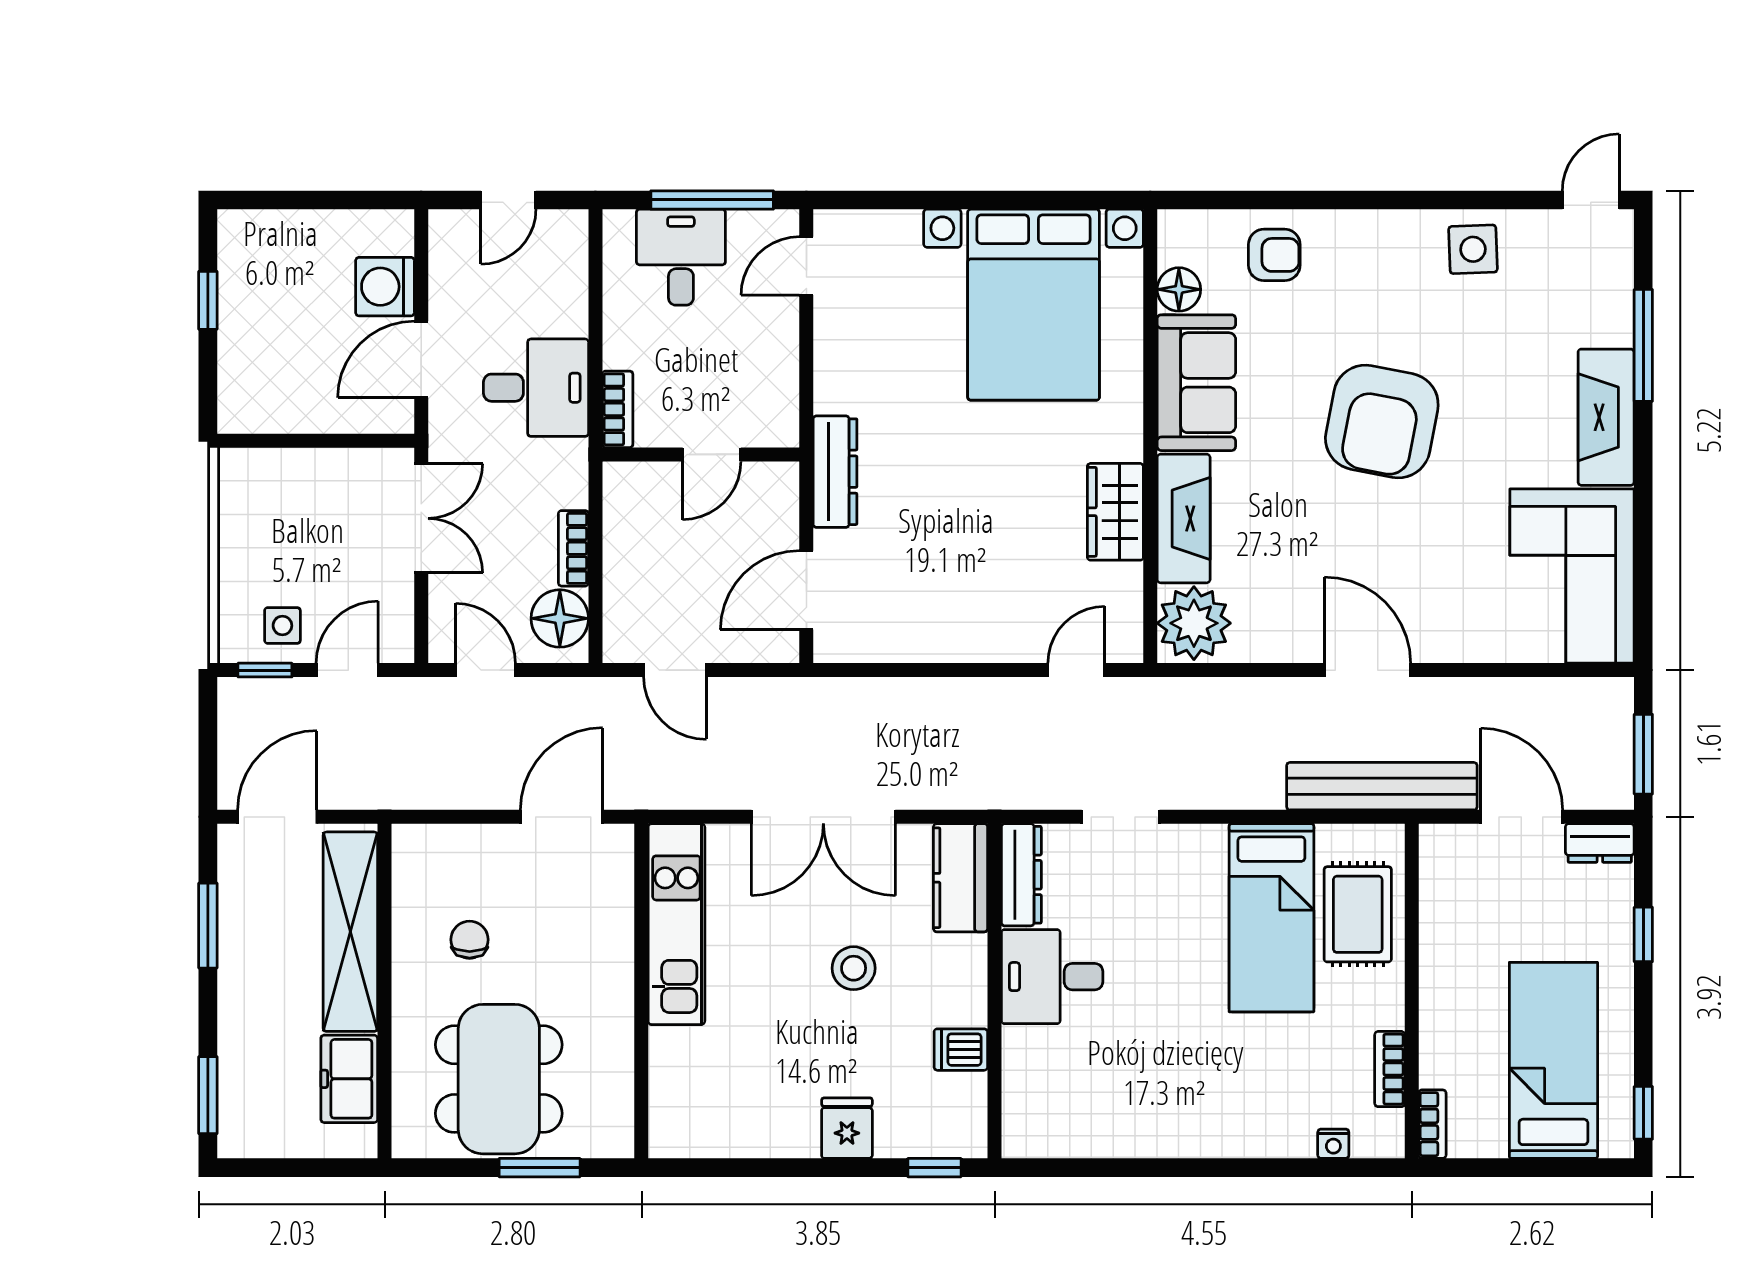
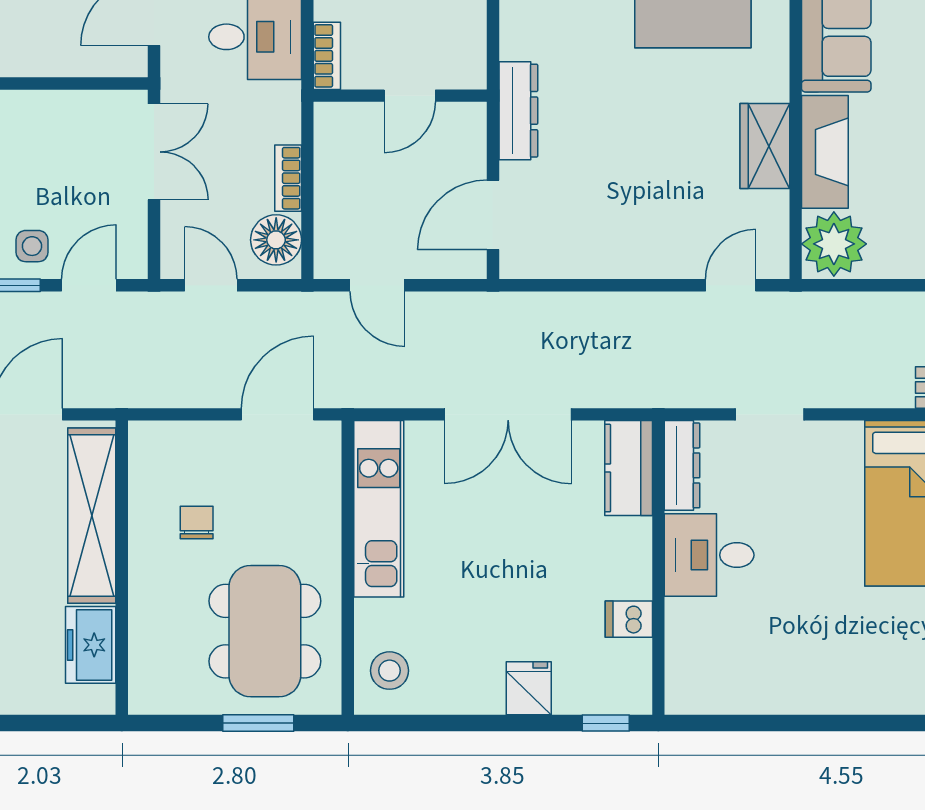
stool: (854, 968) -> (390, 671), moved
dining table: (499, 1079) -> (265, 631), moved

